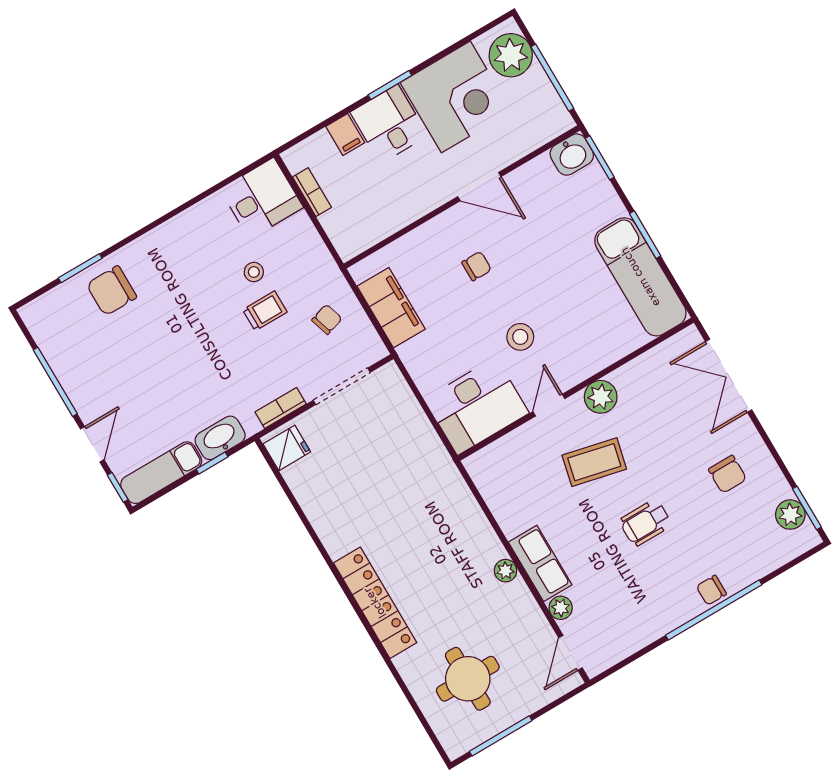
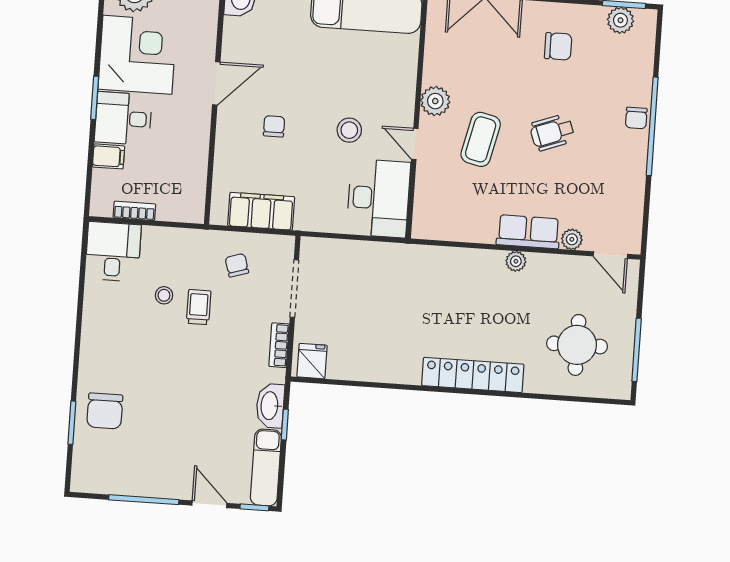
wheelchair: (645, 523) -> (552, 132), turned 70

